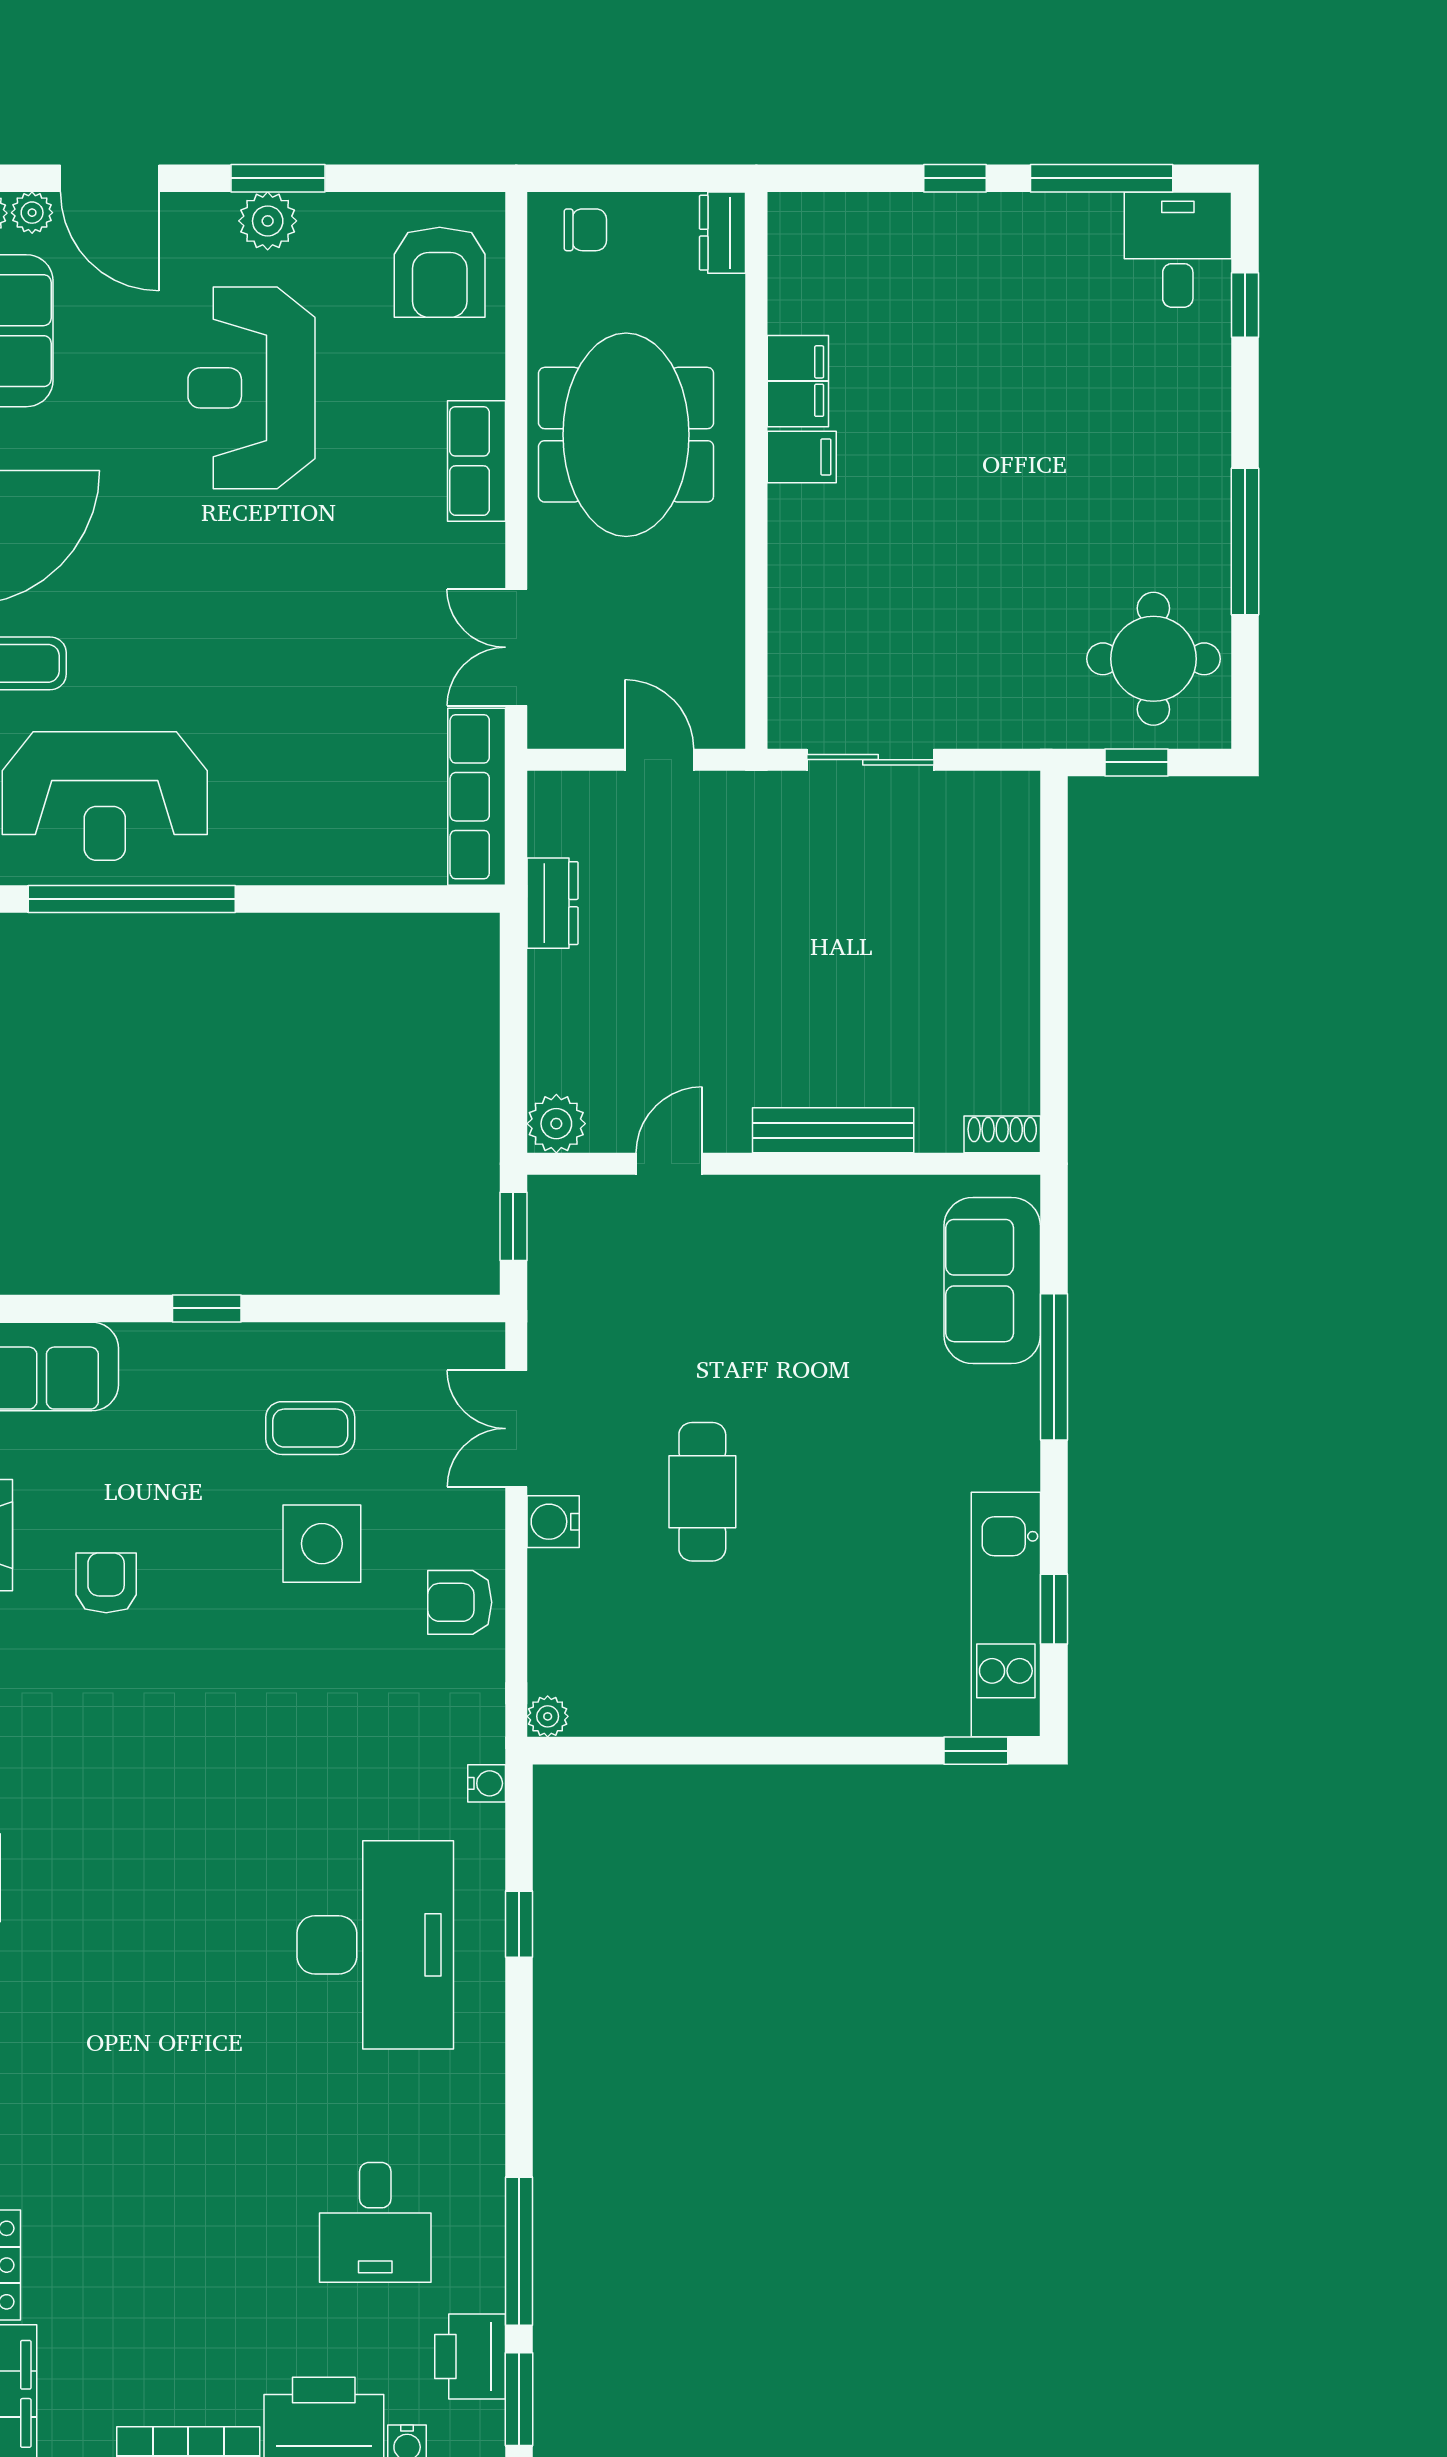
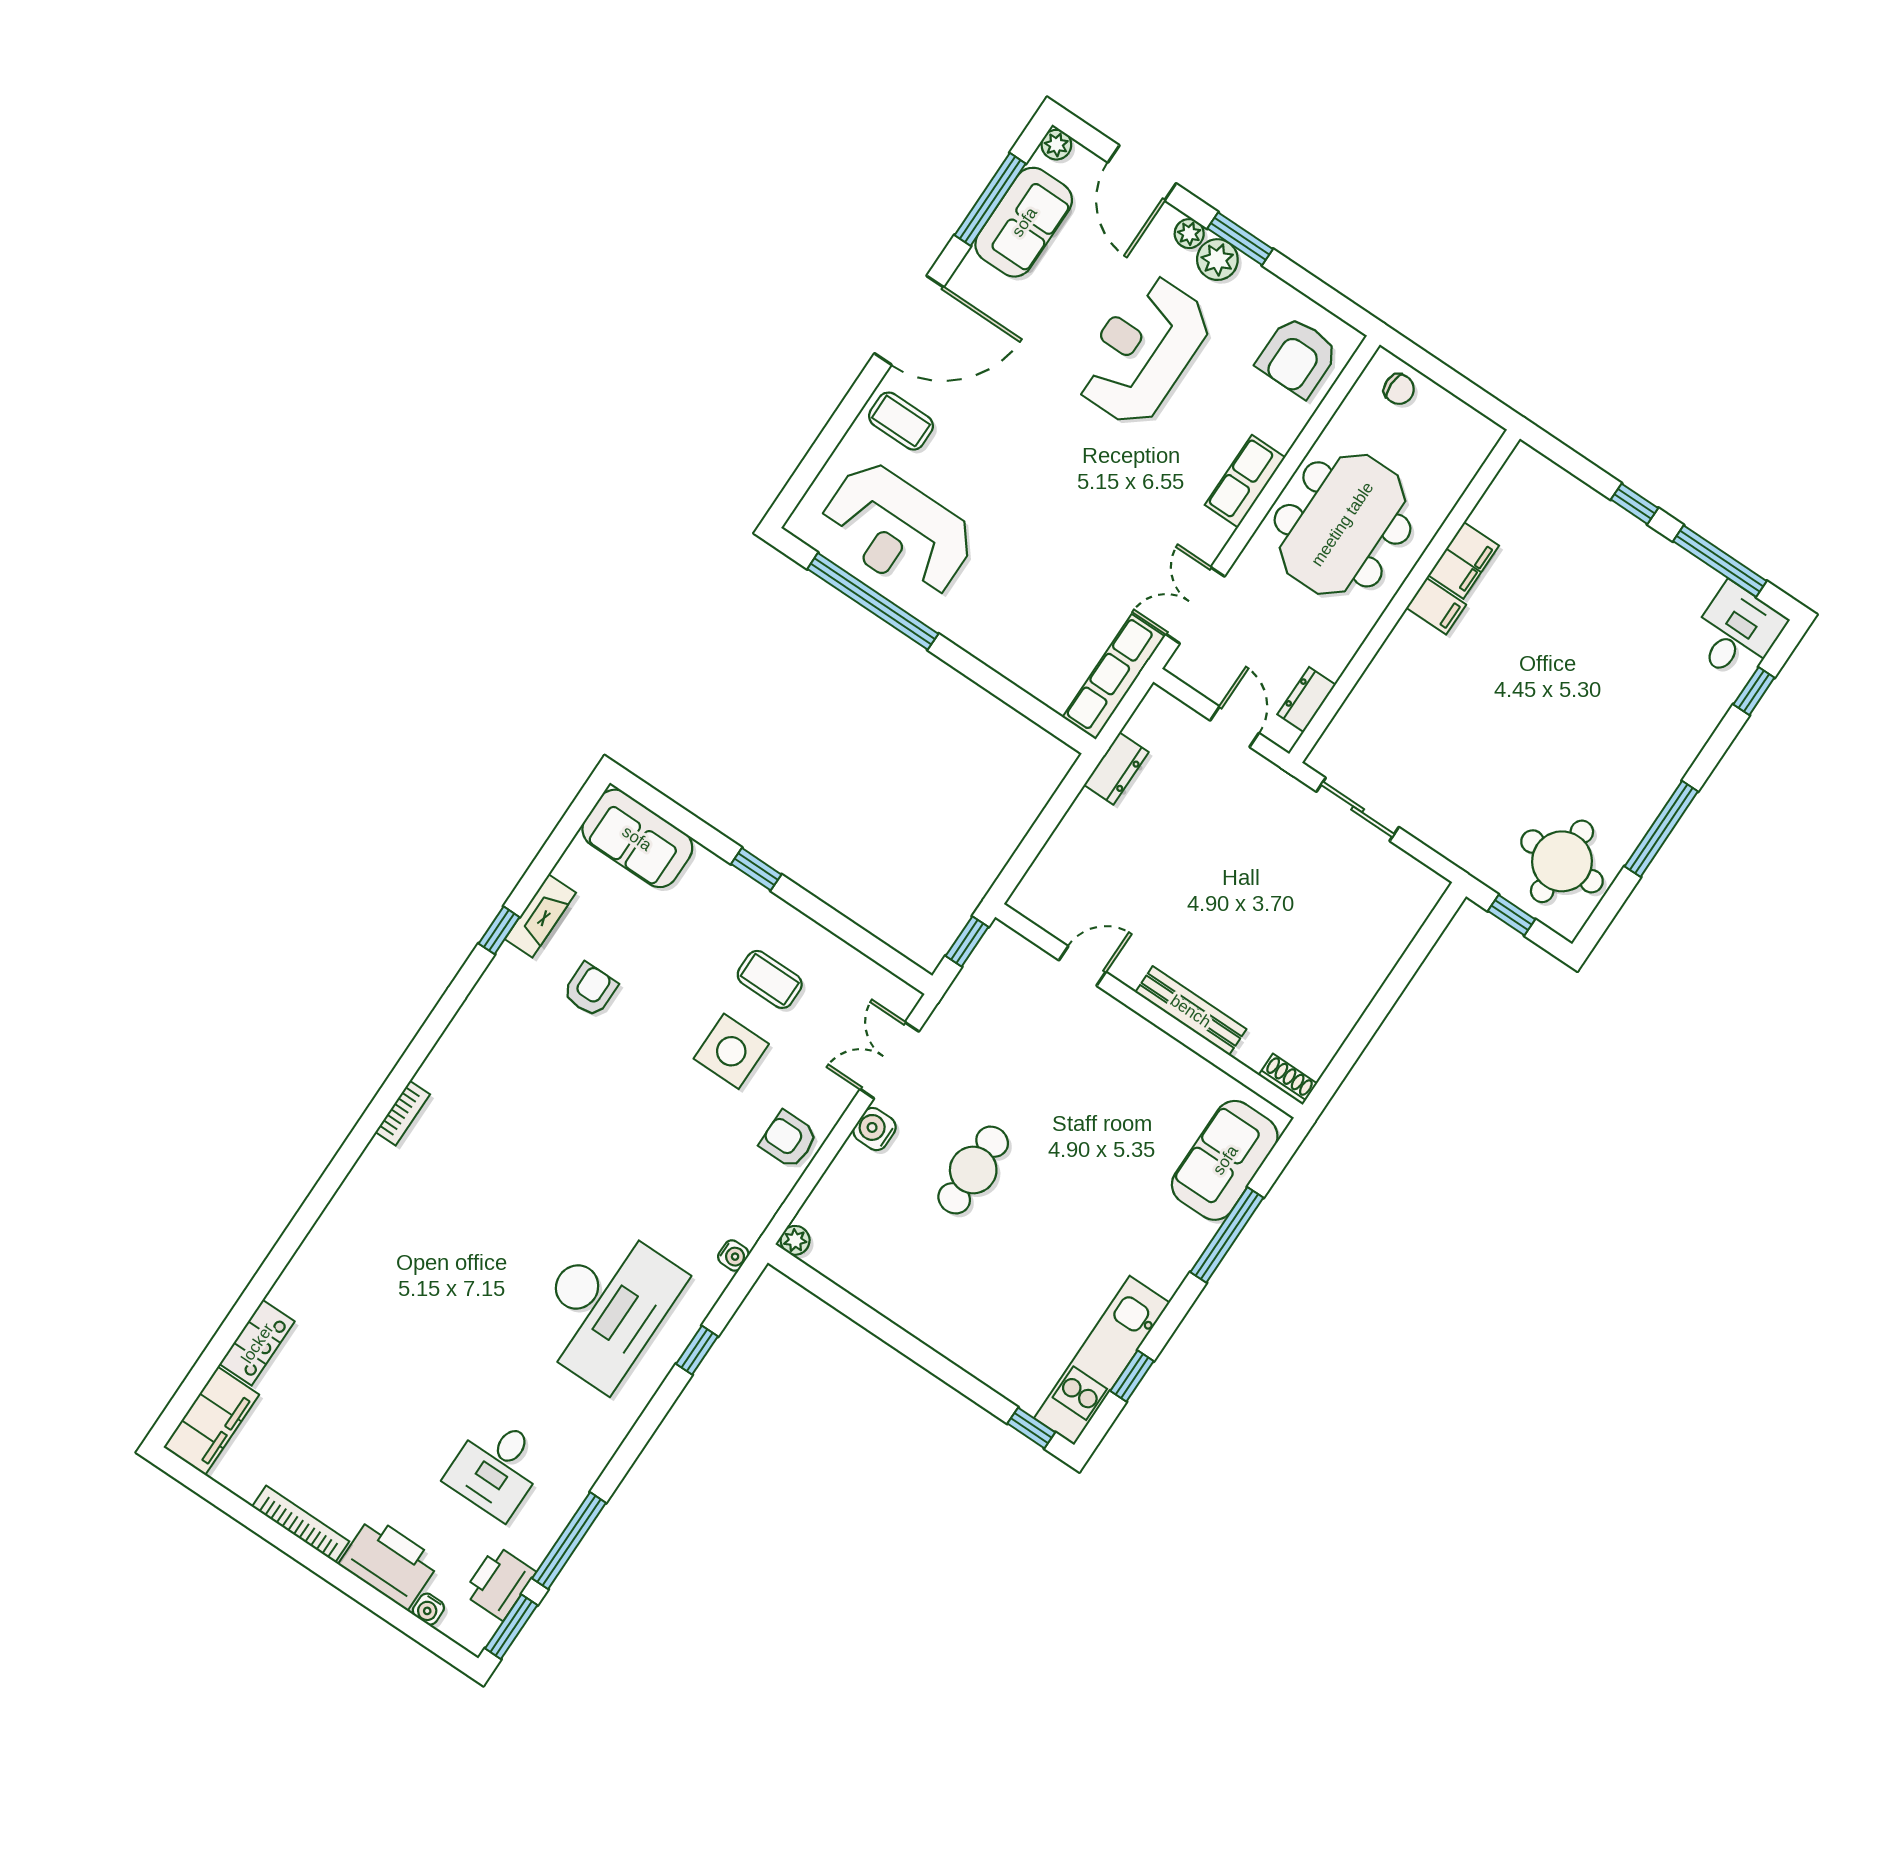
plant: (32, 213) -> (1189, 234), moved
dresser: (723, 233) -> (1306, 699), moved
plant: (556, 1124) -> (1032, 898), removed

